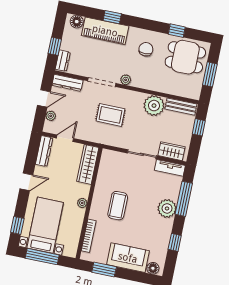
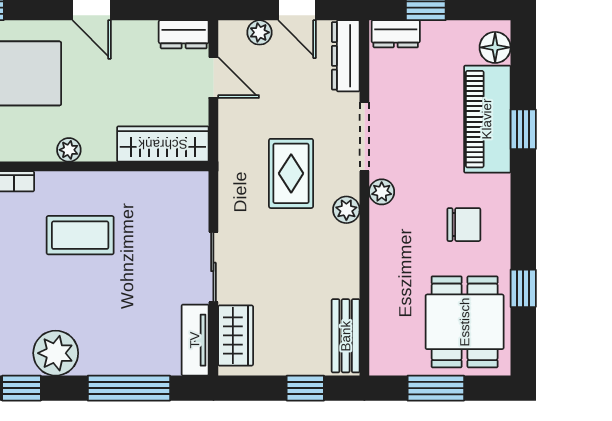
plant: (154, 106) -> (346, 210), moved, width x0.53, depth x0.53
dresser: (44, 151) -> (184, 34), width x0.70
plant: (167, 208) -> (56, 353), moved

